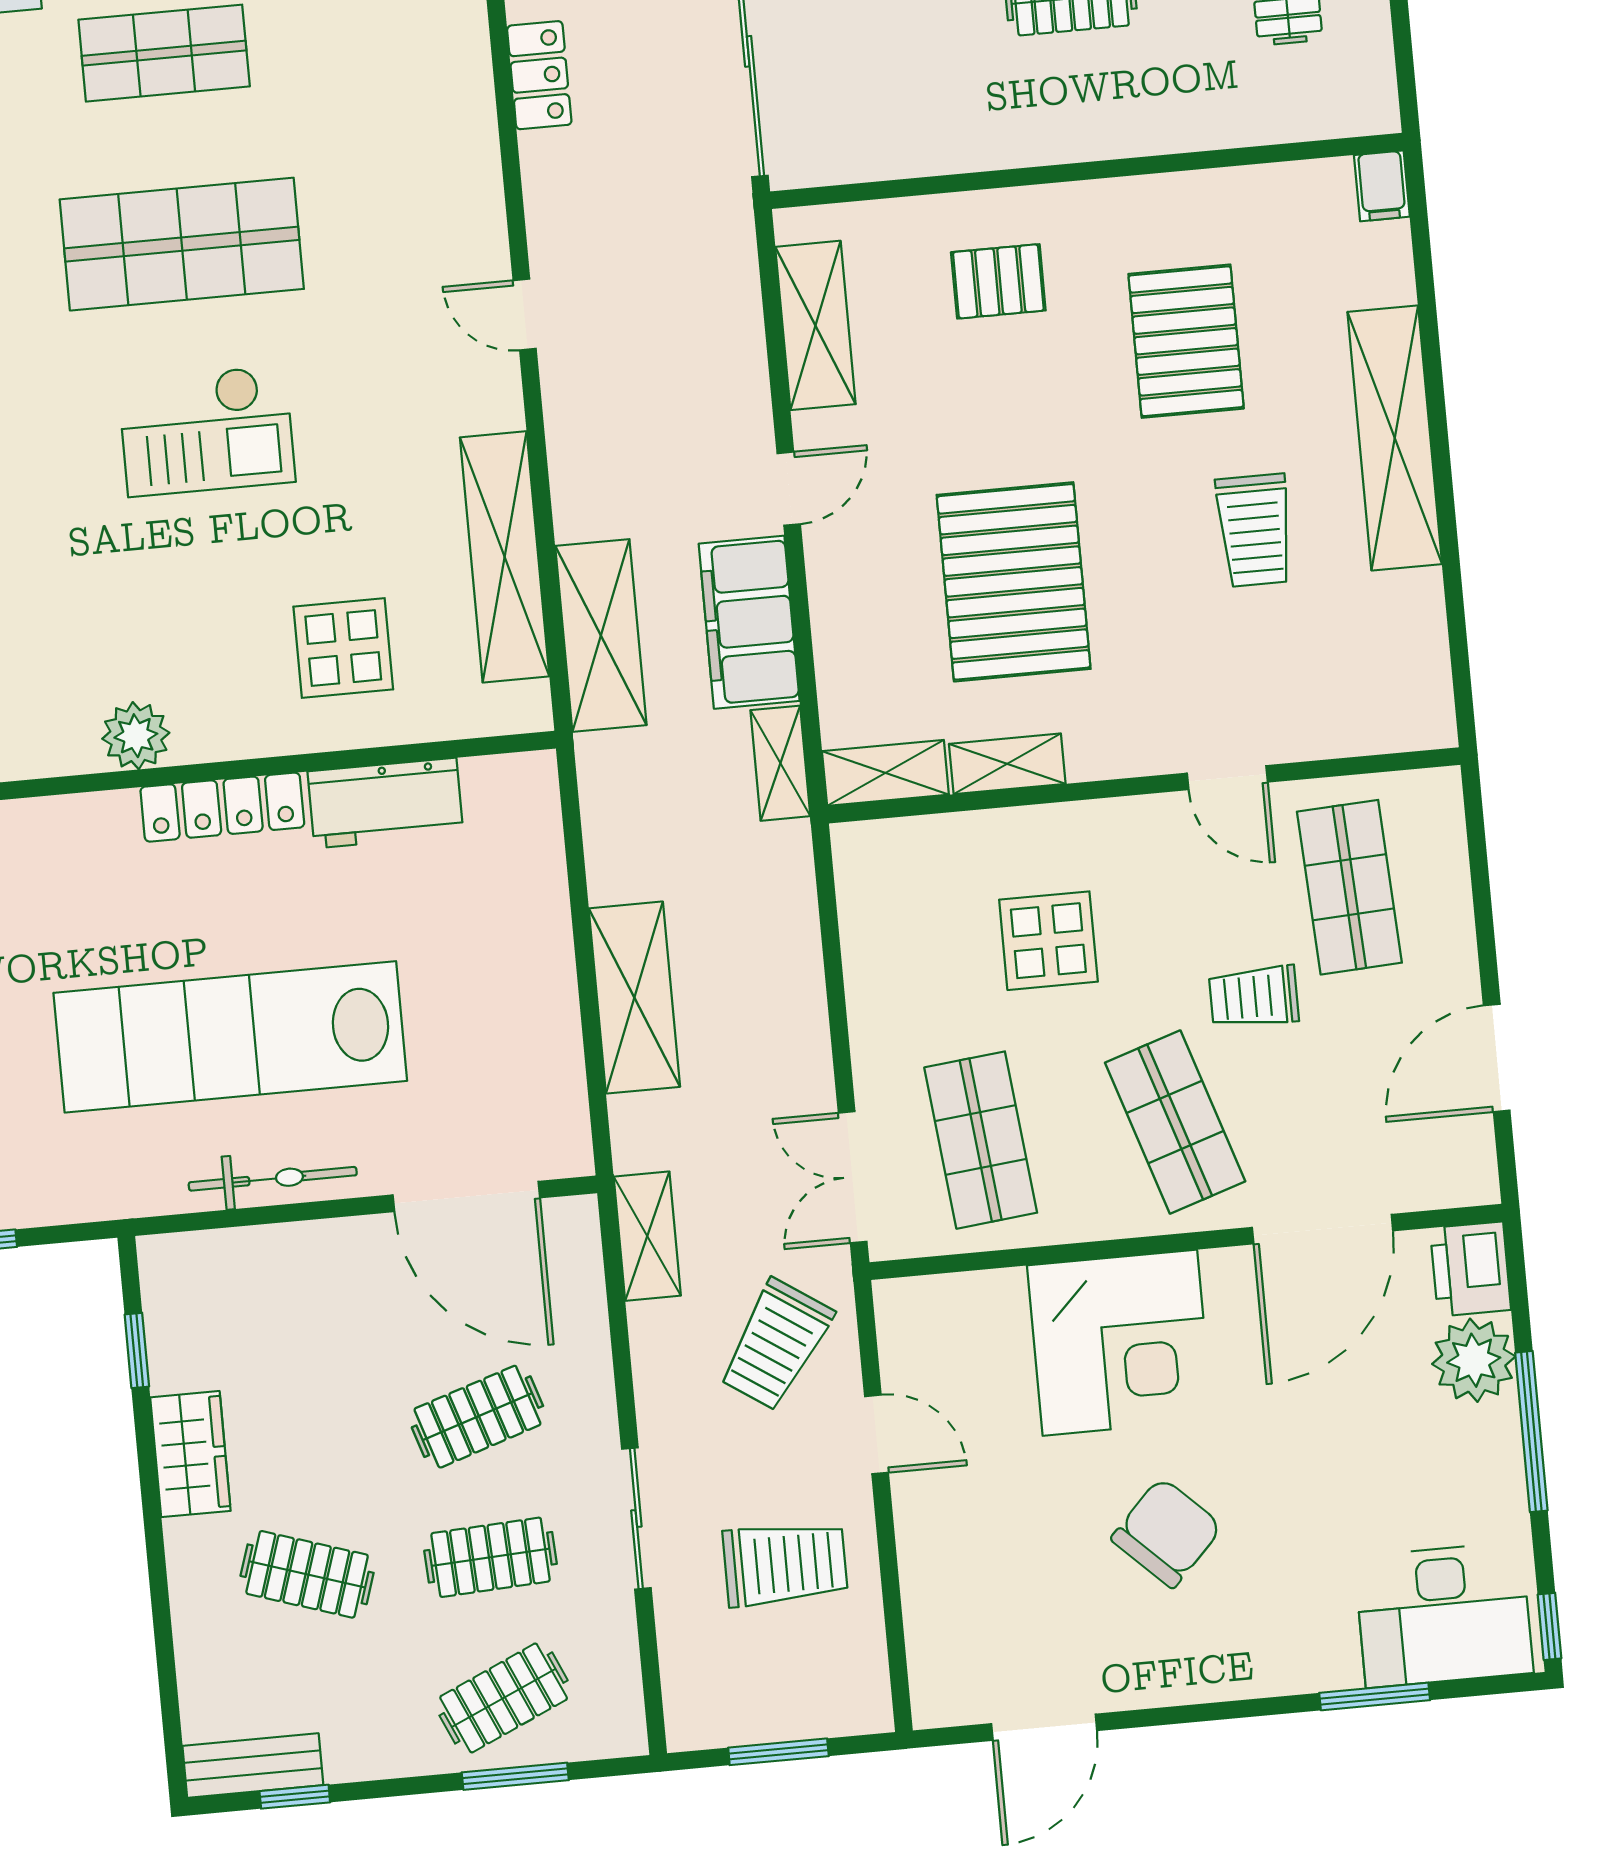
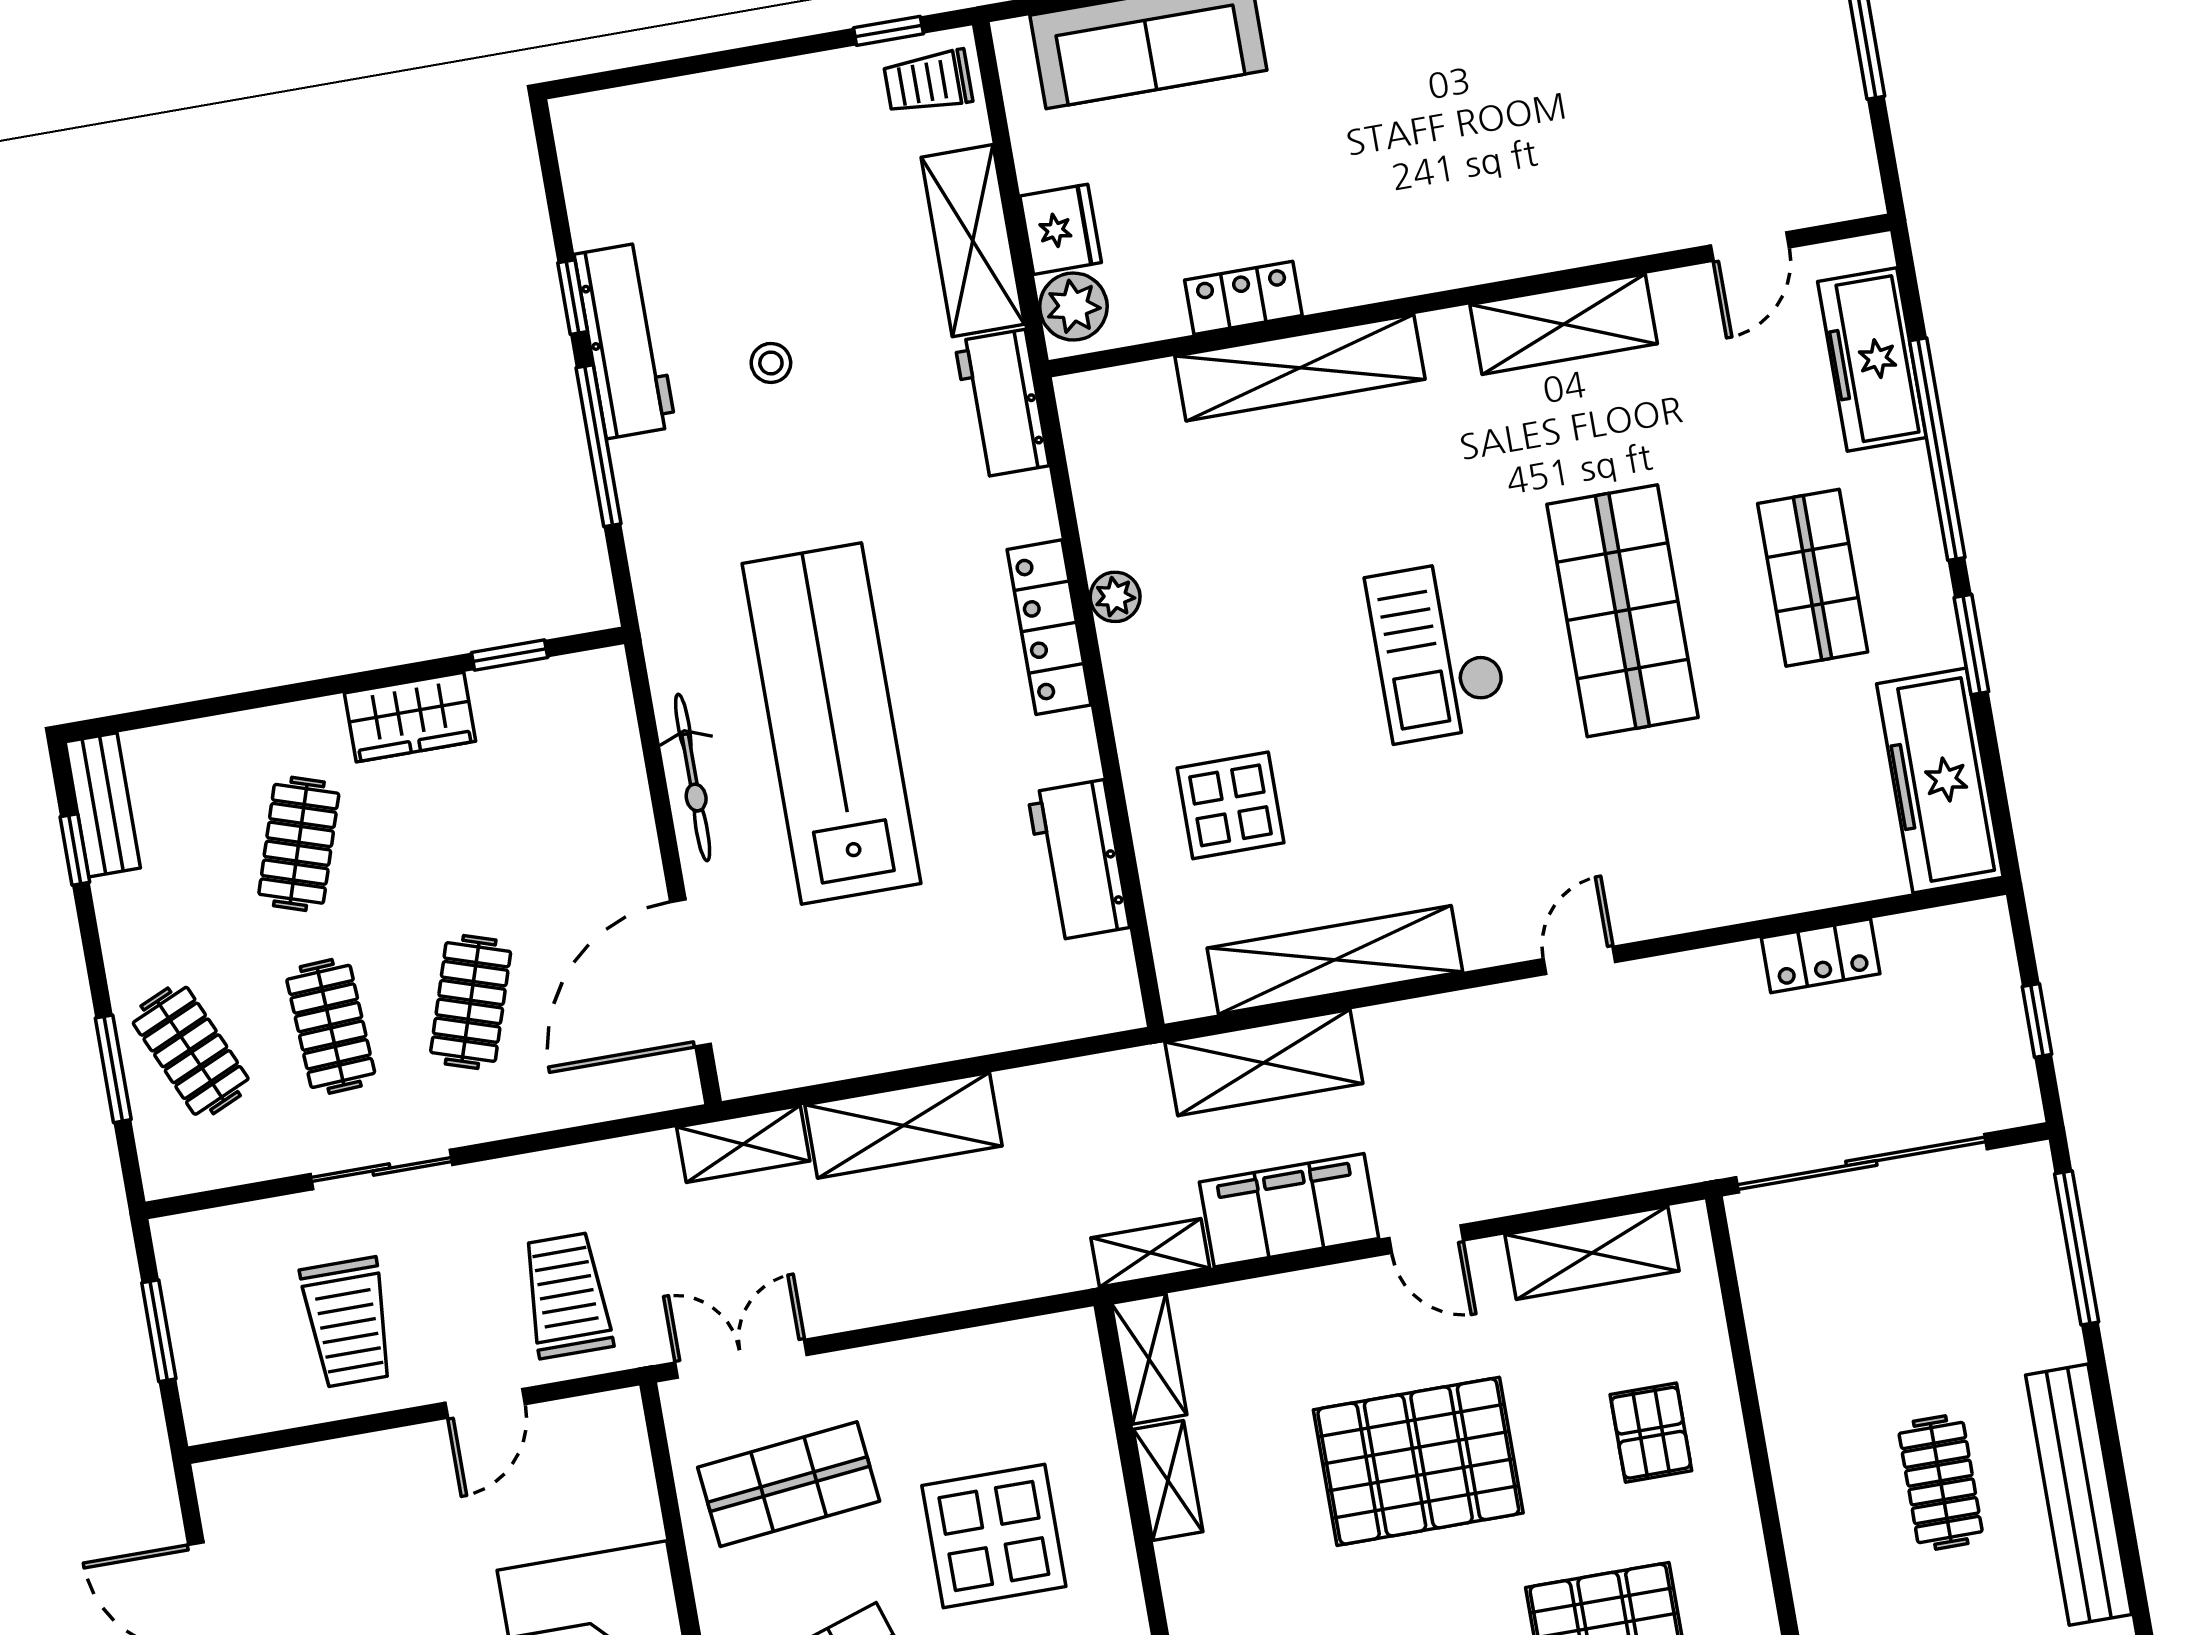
pallet: (1014, 582) -> (1418, 1461), moved
plant: (136, 736) -> (1115, 597), width x0.73, depth x0.73
locker: (222, 807) -> (1049, 627), moved
display table: (1048, 941) -> (994, 1536), width x1.36, depth x1.36
shelving: (647, 1236) -> (743, 1144), moved
trolley: (776, 1345) -> (567, 1295), turned 56
clothes rail: (477, 1417) -> (471, 1002), turned 36

